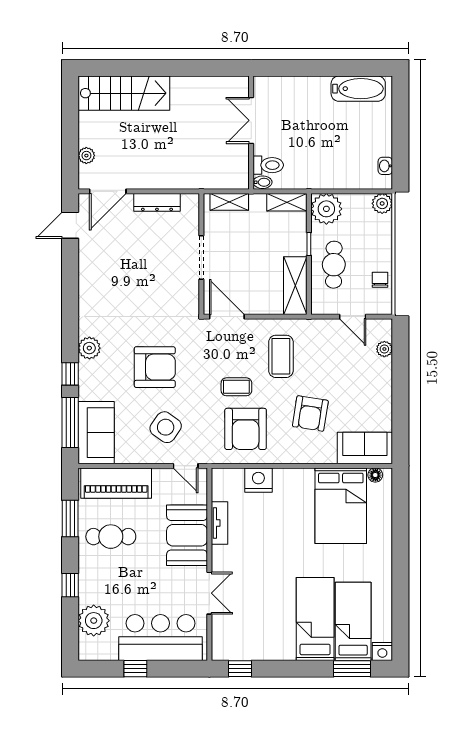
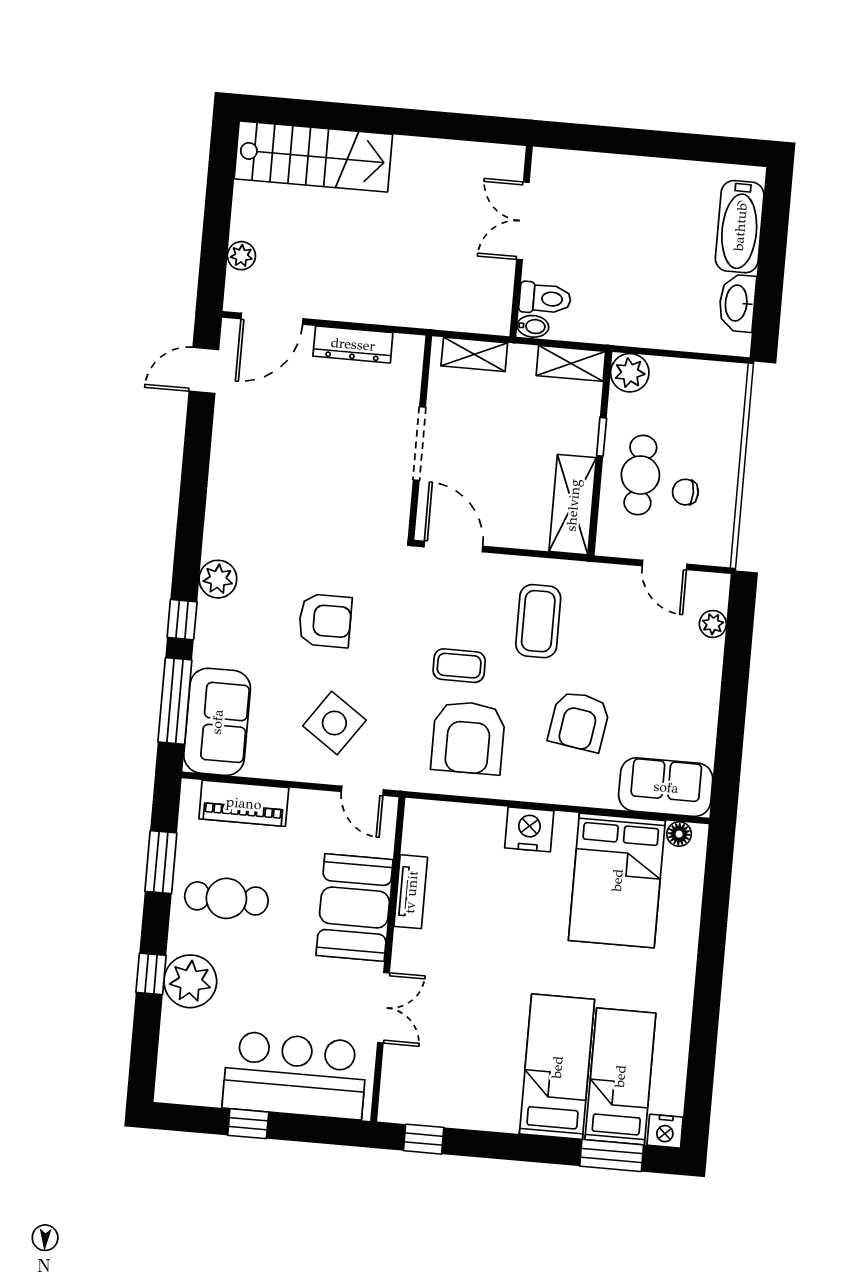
bathtub: (358, 89) -> (740, 227), moved, turned 90
washbasin: (385, 166) -> (737, 303), width x1.91, depth x1.45
plant: (382, 203) -> (731, 380), removed
plant: (326, 209) -> (630, 373), width x0.73, depth x0.73
chair: (380, 280) -> (685, 492), moved, turned -90
armchair: (155, 367) -> (325, 621), width x0.73, depth x0.73
nightstand: (258, 480) -> (529, 829), moved
piano: (116, 483) -> (244, 803), width x0.73, depth x0.75
plant: (94, 621) -> (190, 981), moved

